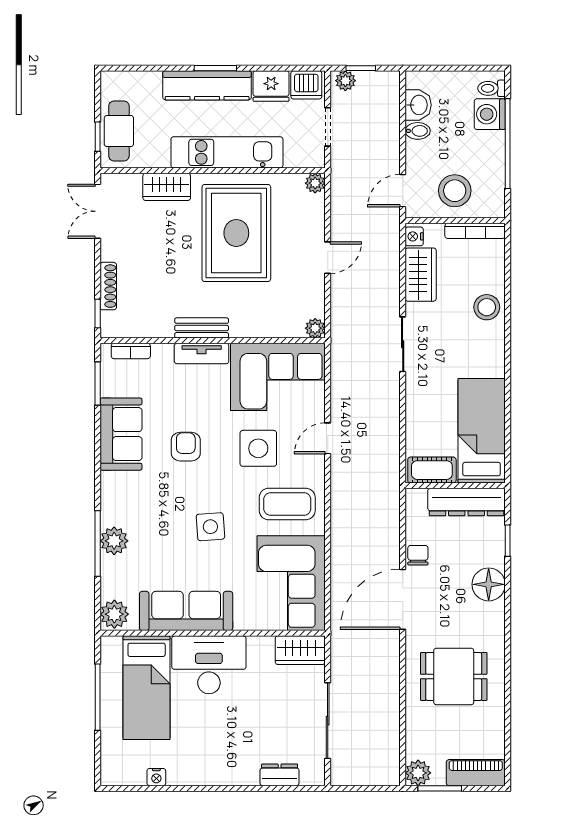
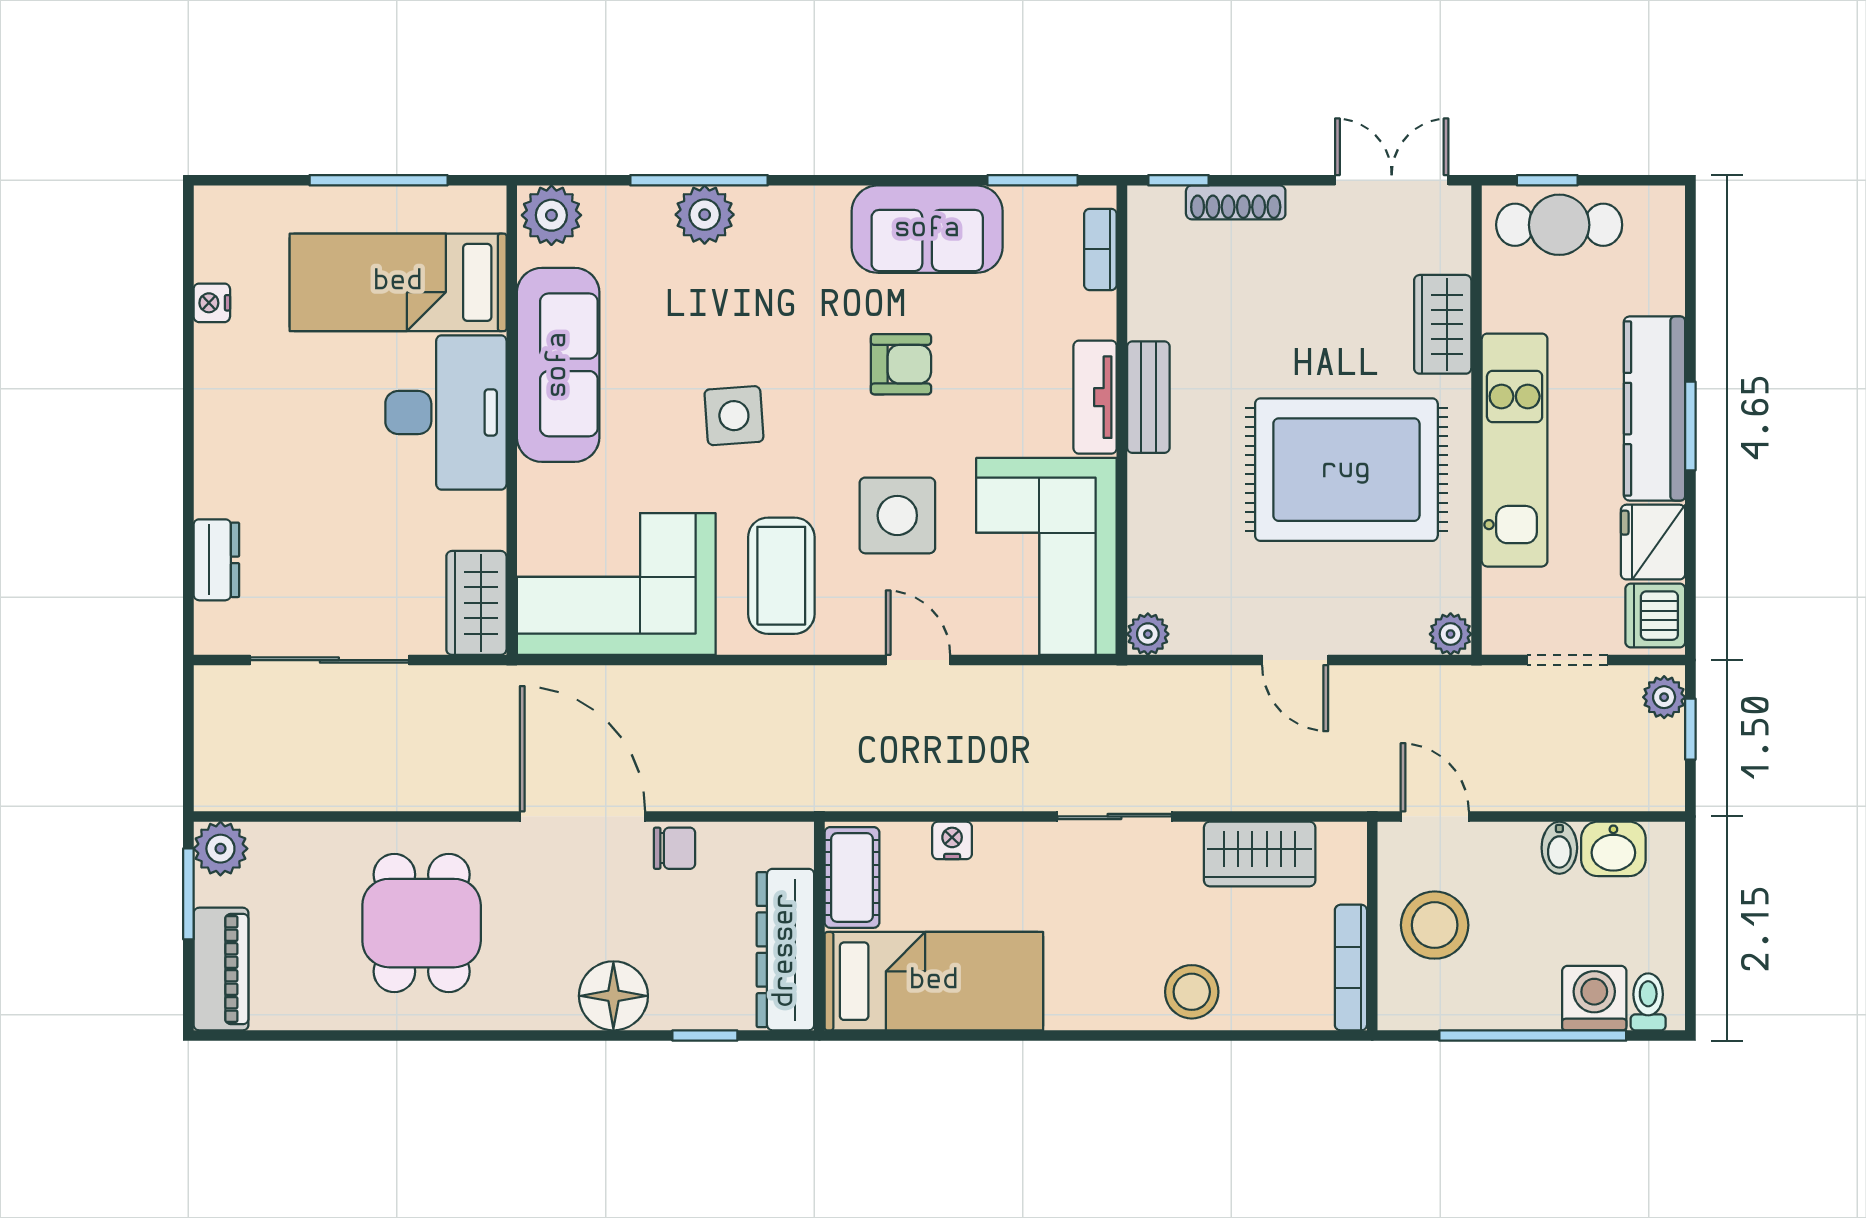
nightstand: (414, 236) -> (952, 840), moved

